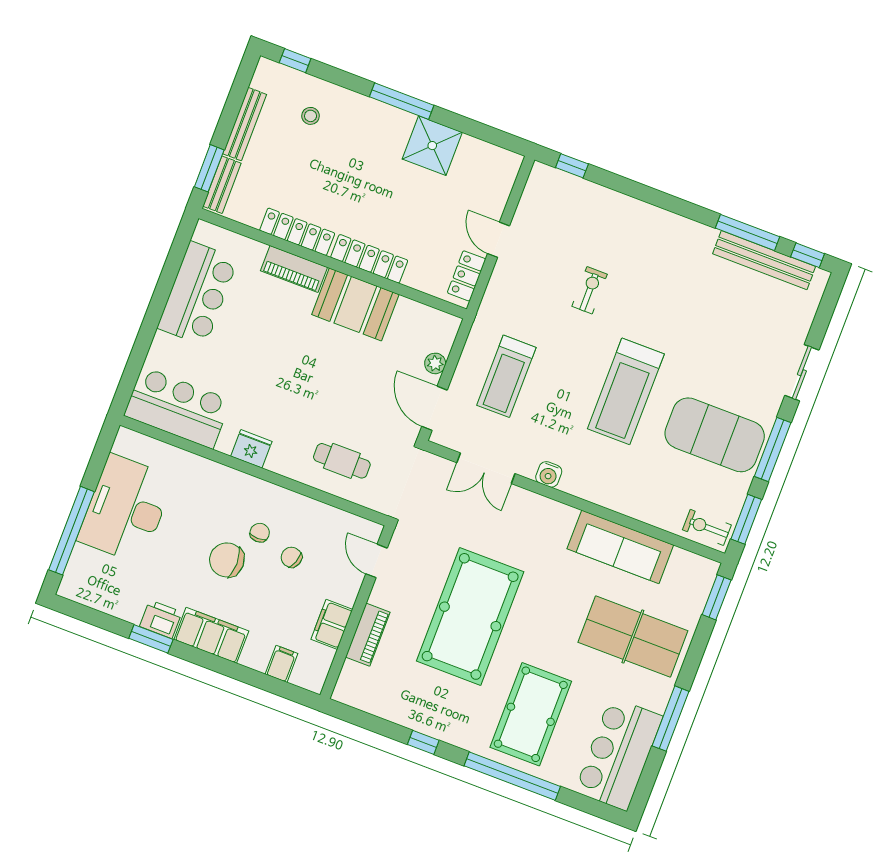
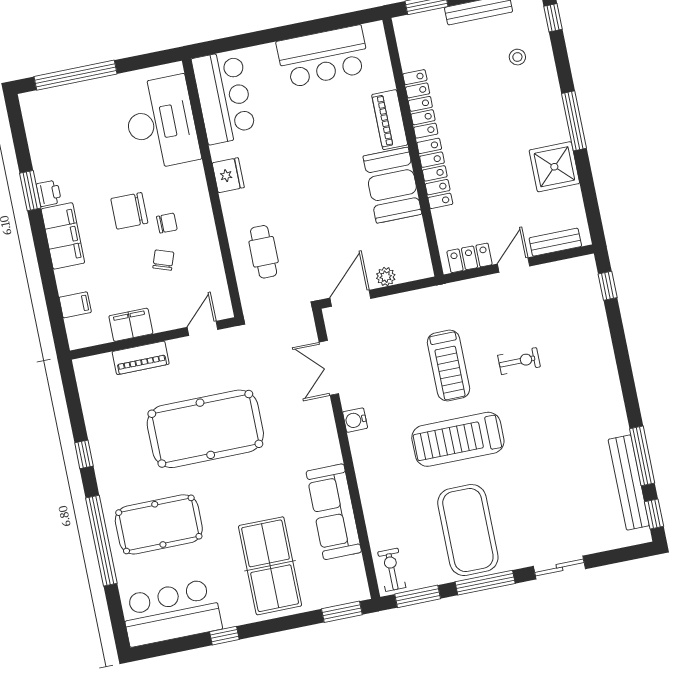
bench: (222, 185) -> (555, 242), moved
treadmill: (506, 376) -> (448, 365), moved, turned -90
desk: (126, 509) -> (161, 123), moved, turned 90
chair: (227, 560) -> (129, 211), turned -90
printer: (161, 619) -> (49, 193), width x0.73, depth x0.81
window: (670, 719) -> (224, 636), width x0.46

